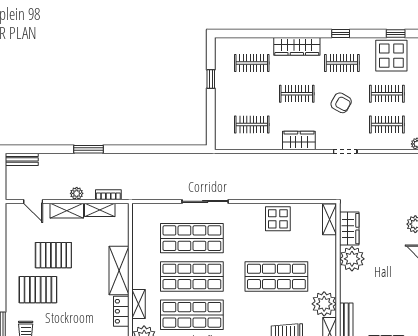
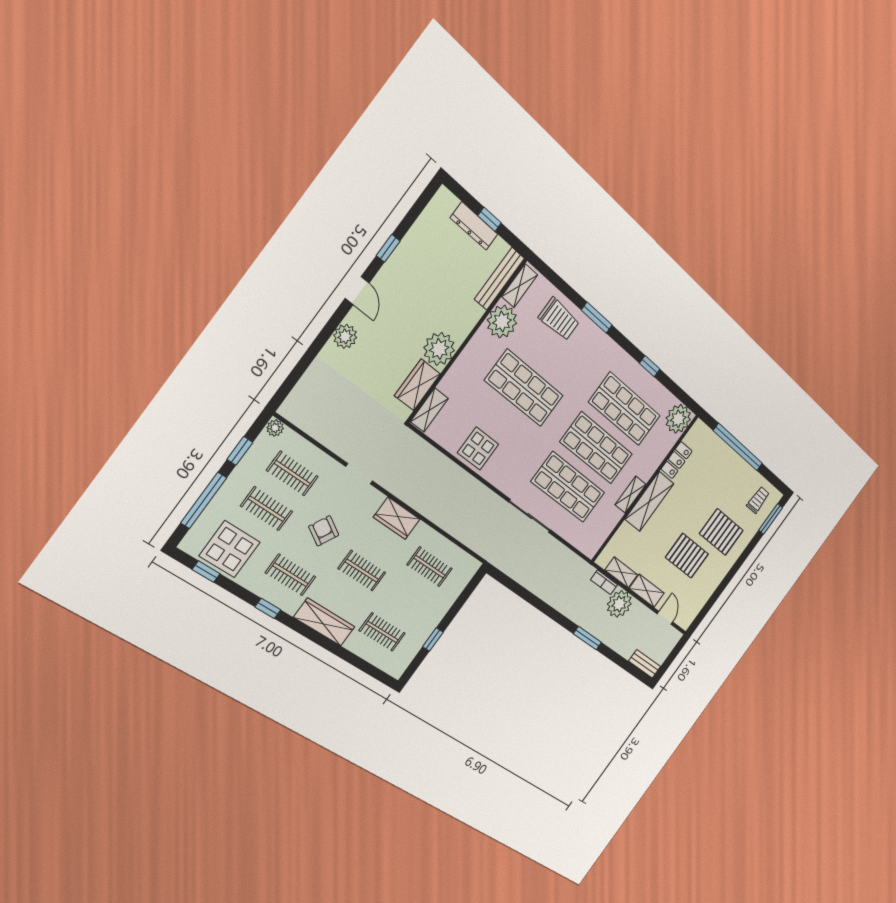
plant: (77, 193) -> (619, 604), width x1.88, depth x1.88
shelving: (138, 304) -> (631, 495), moved

